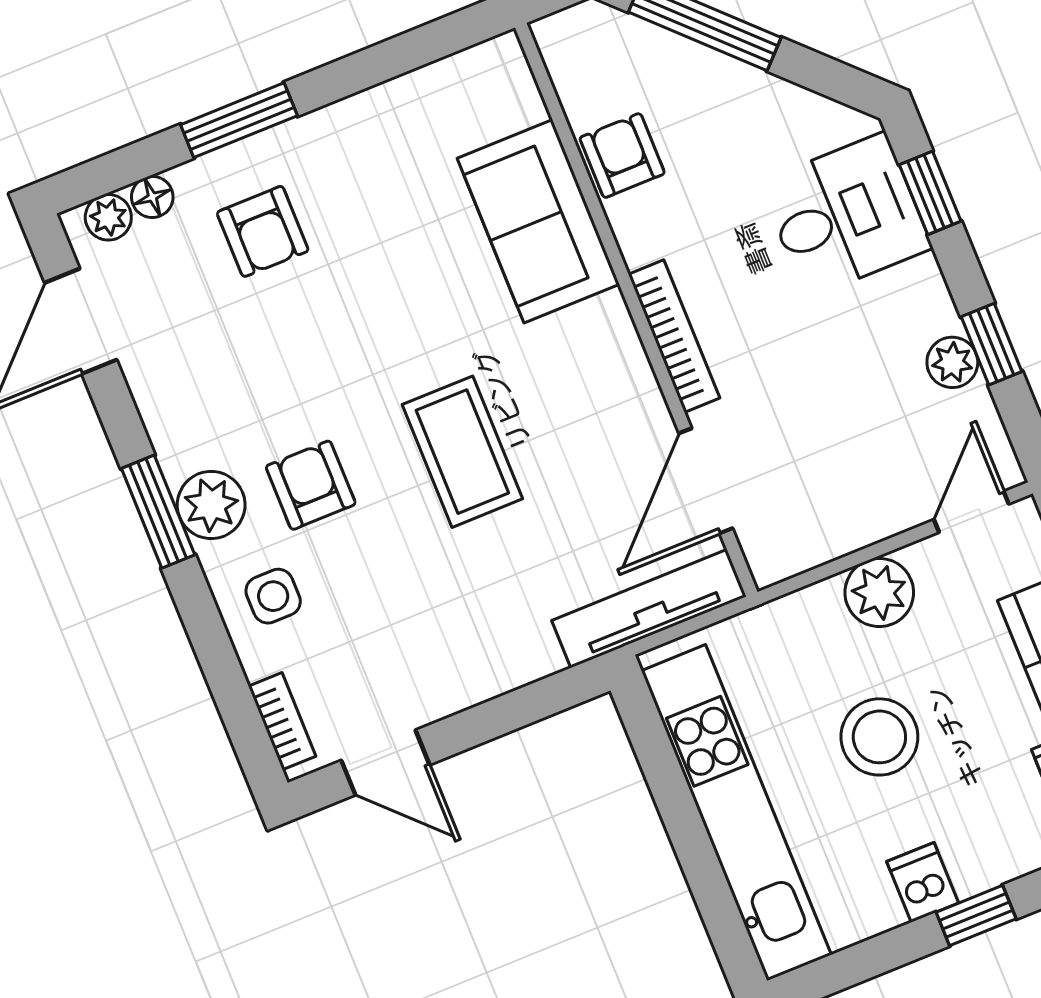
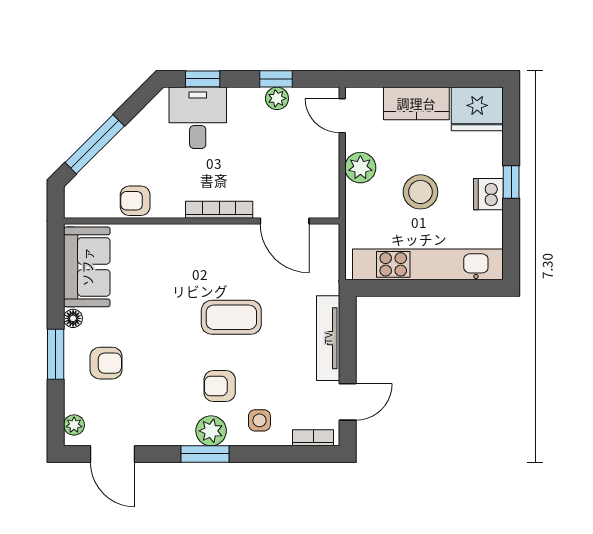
floor lamp: (152, 197) -> (73, 318), moved
sofa: (538, 221) -> (87, 267), moved, turned -90
tv unit: (649, 609) -> (328, 338), moved
dishwasher: (923, 882) -> (488, 194), width x1.38

